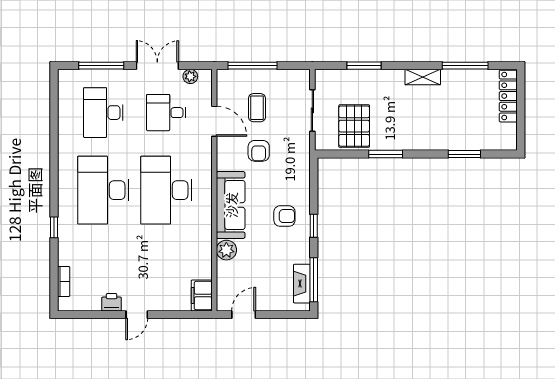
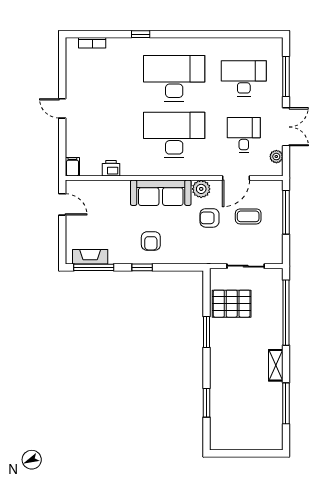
window: (364, 66) -> (286, 313), width x2.11
locker: (508, 96) -> (259, 442), removed
plant: (226, 250) -> (201, 189), moved
filing cabinet: (202, 296) -> (72, 167), width x0.50
printer: (112, 302) -> (111, 168), moved, turned -90

